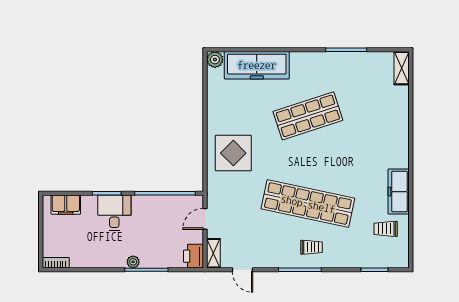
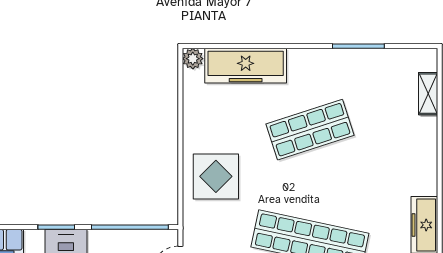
shelving: (402, 68) -> (428, 94), moved

